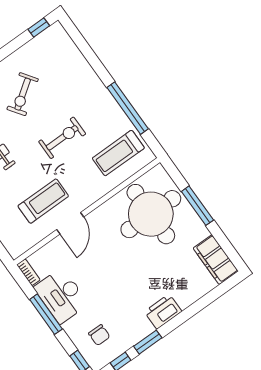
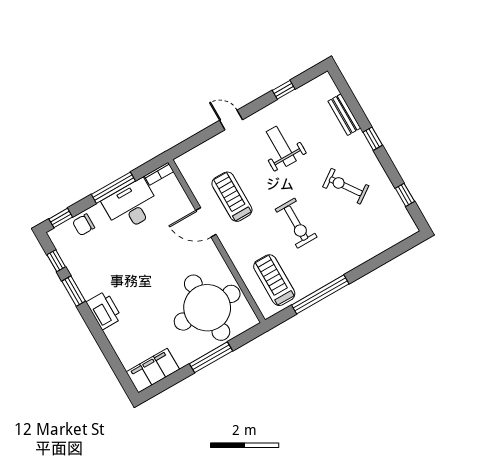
window: (39, 27) -> (405, 195), moved
treadmill: (43, 201) -> (232, 197), turned 180
chair: (99, 335) -> (84, 225), moved

